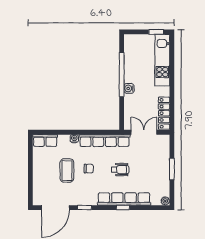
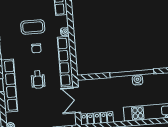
water cooler: (129, 88) -> (138, 80), moved
double door: (144, 132) -> (77, 100), swing flipped

